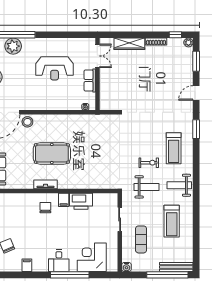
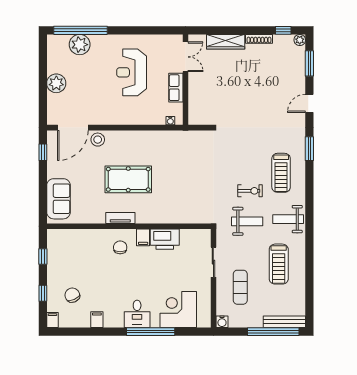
reception desk: (55, 68) -> (132, 72), turned 90

